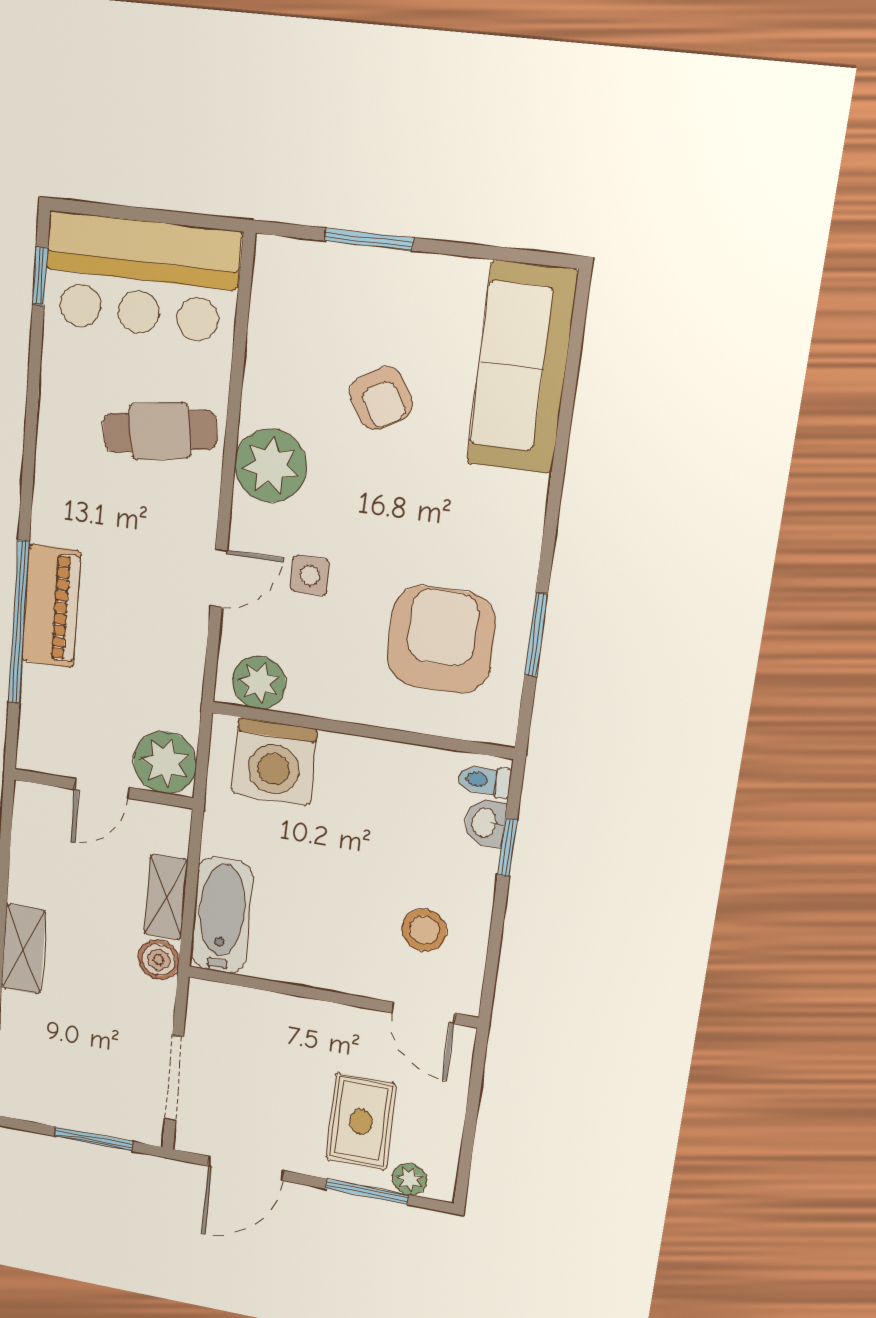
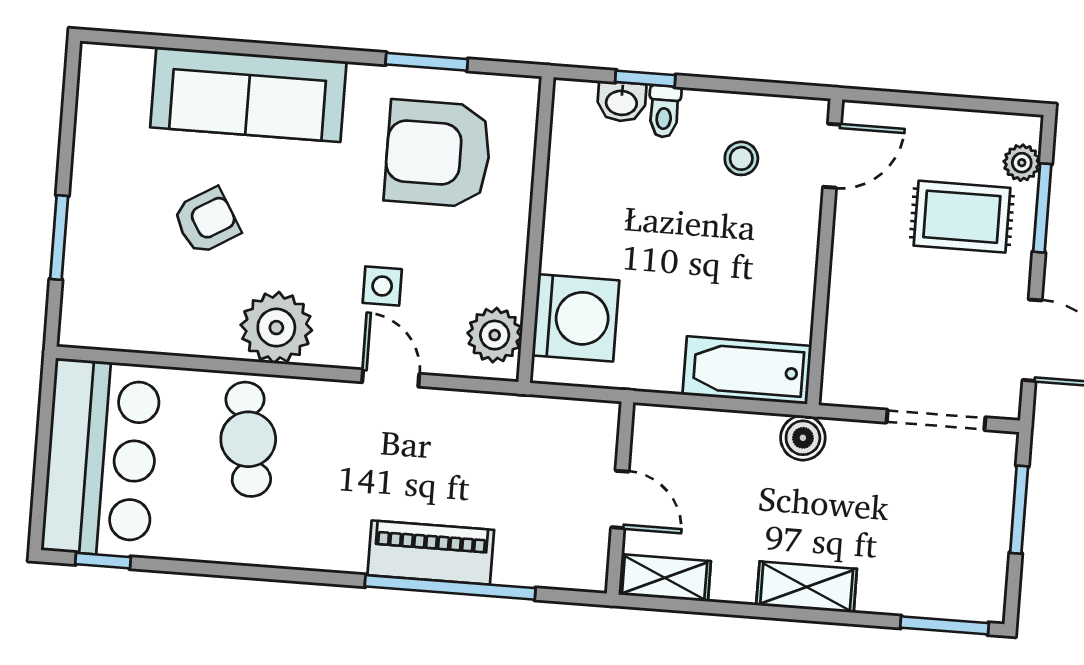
sofa: (522, 367) -> (248, 94), moved
plant: (165, 762) -> (586, 432), removed
toilet: (484, 781) -> (664, 111), moved
shelving: (166, 897) -> (665, 578), moved
stool: (424, 930) -> (741, 158), width x0.73, depth x0.73

